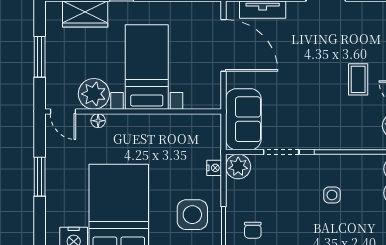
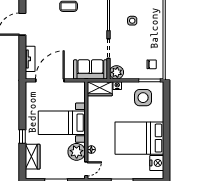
wardrobe: (208, 136) -> (100, 89), added

